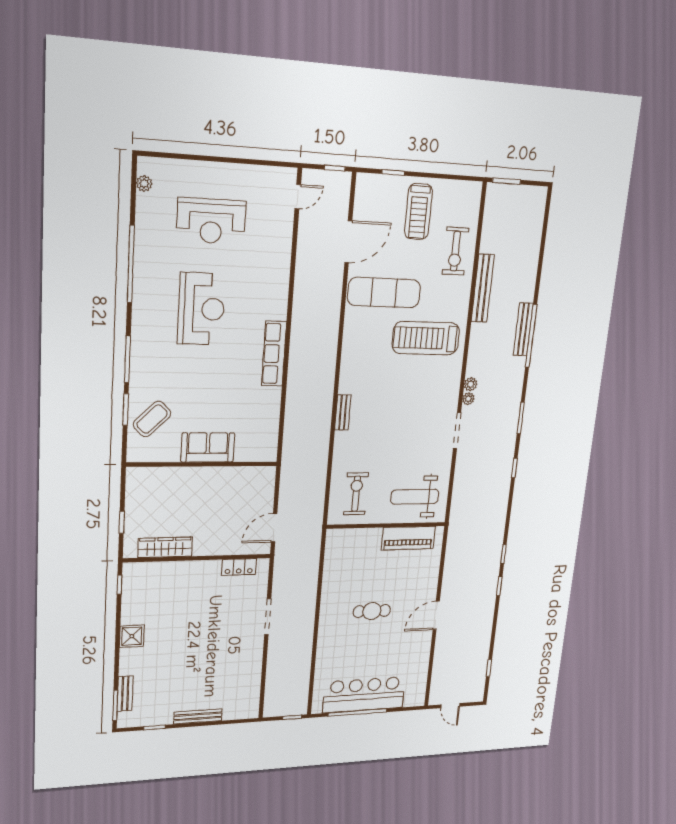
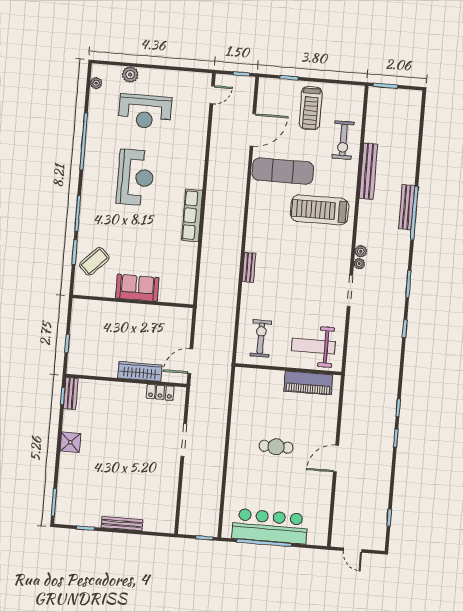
plant: (190, 171) -> (130, 75), added
wardrobe: (165, 547) -> (140, 372), moved
bench: (125, 694) -> (71, 394), moved

